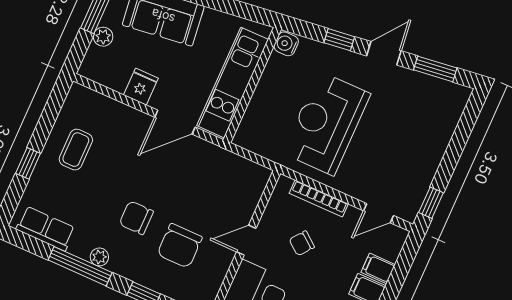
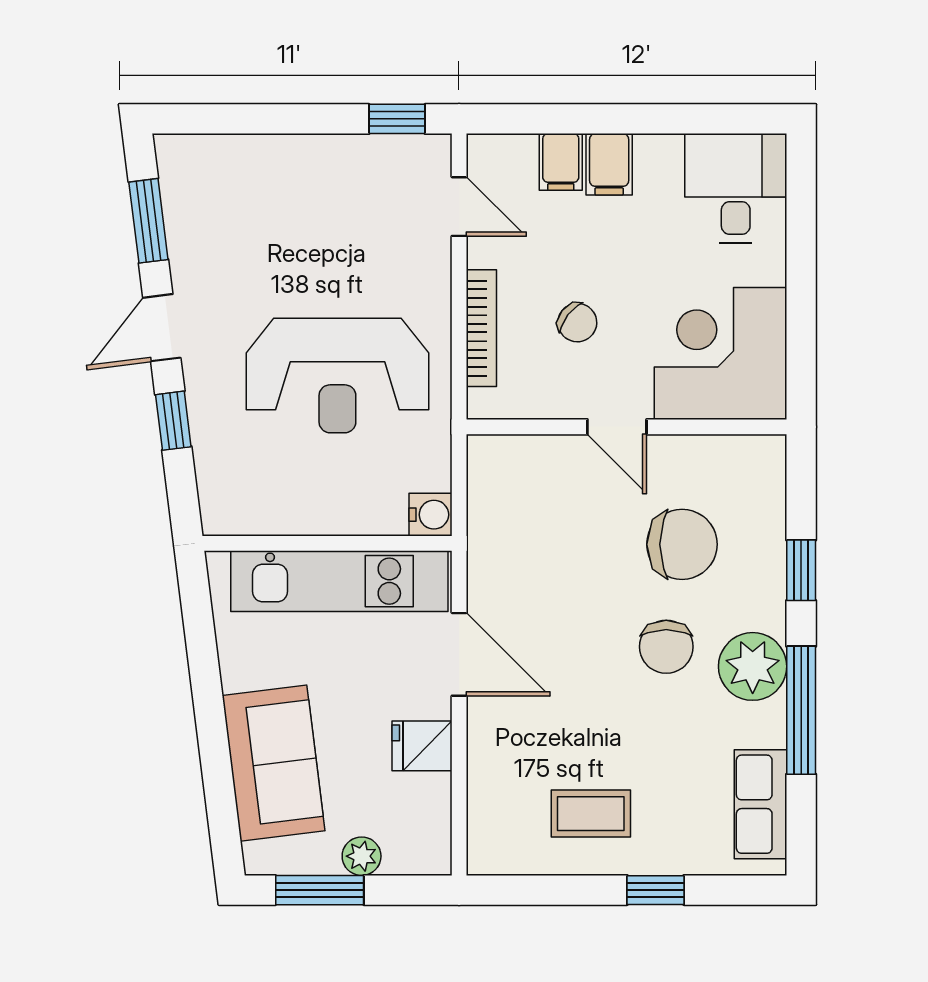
water cooler: (286, 44) -> (431, 515), moved, turned -90
door: (384, 53) -> (162, 328), hinge flipped
plant: (99, 257) -> (753, 666), width x1.87, depth x1.87

